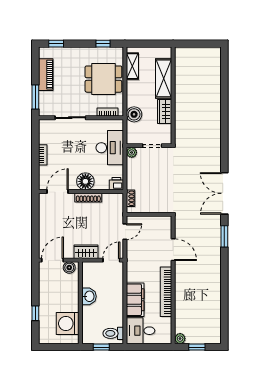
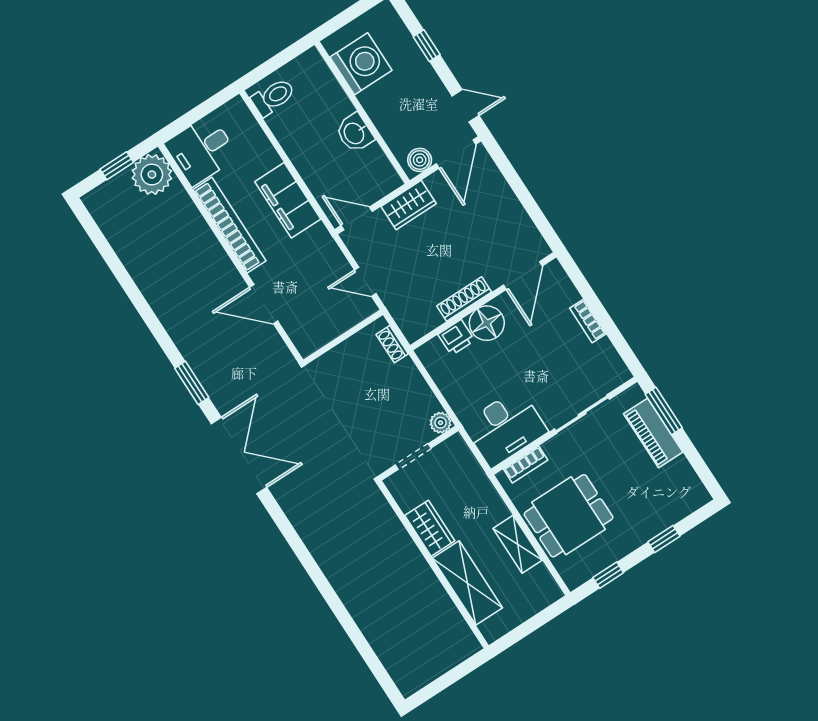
window: (56, 44) -> (664, 539), moved
shelving: (132, 66) -> (518, 544), moved
piano: (46, 75) -> (653, 433), moved
boiler: (134, 114) -> (478, 490), removed
desk: (110, 148) -> (505, 428), moved, turned -90
printer: (116, 184) -> (456, 337), moved
door: (125, 232) -> (365, 282), hinge flipped
door: (111, 260) -> (357, 219), swing flipped
door: (35, 278) -> (466, 106), added
filing cabinet: (135, 300) -> (288, 200), moved
desk: (141, 331) -> (201, 150), moved, turned 180
plant: (180, 339) -> (152, 175), width x1.88, depth x1.88
window: (101, 347) -> (278, 61), removed

